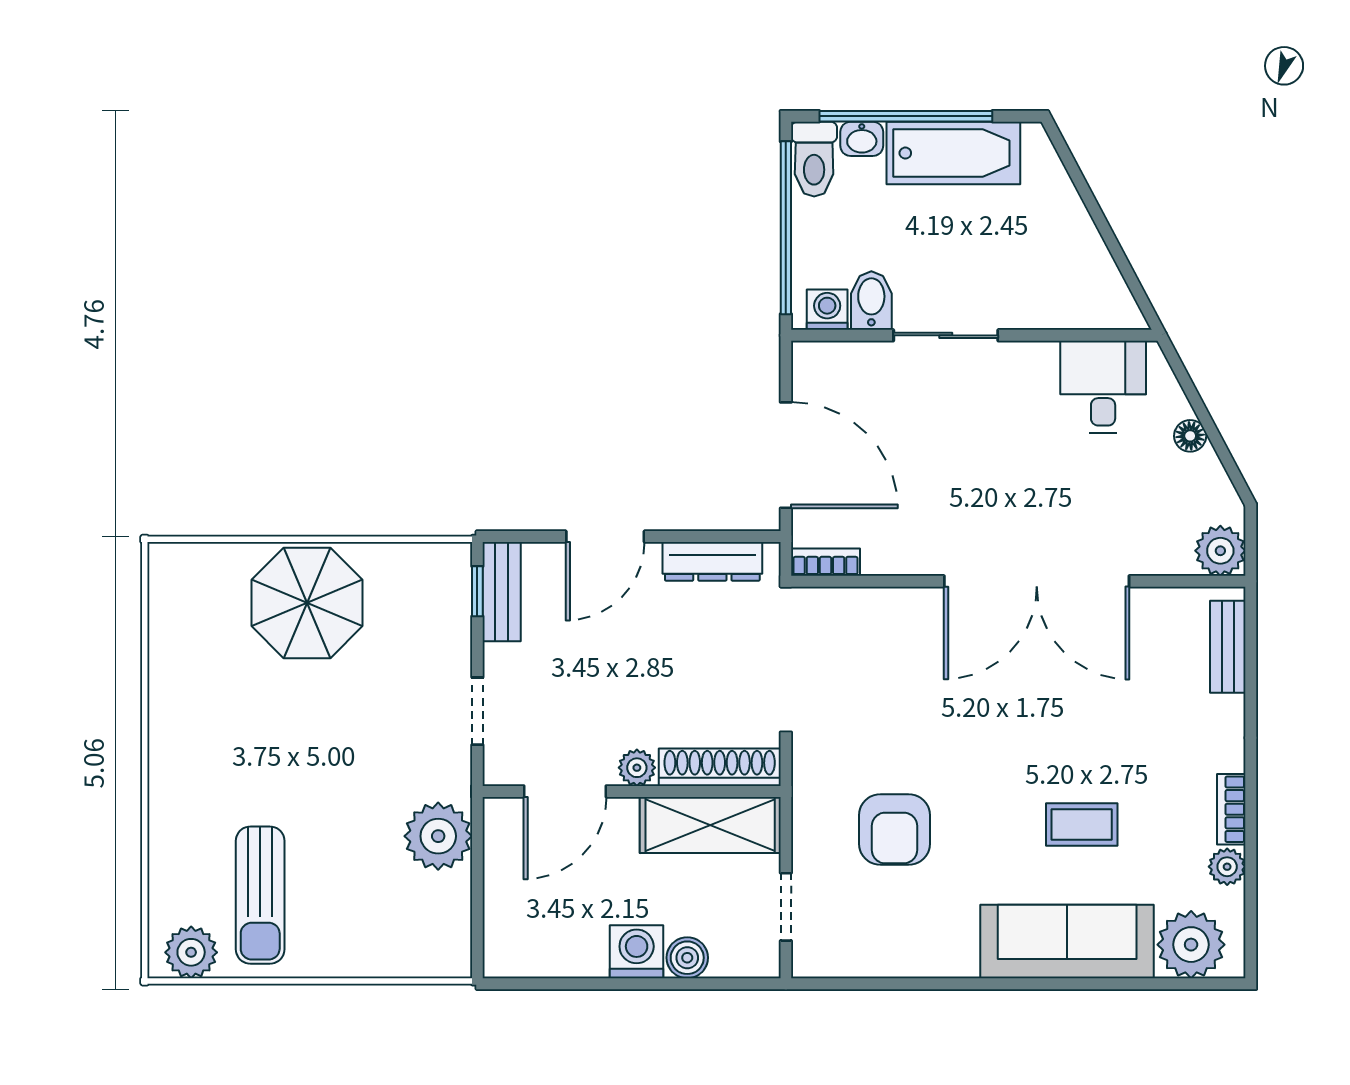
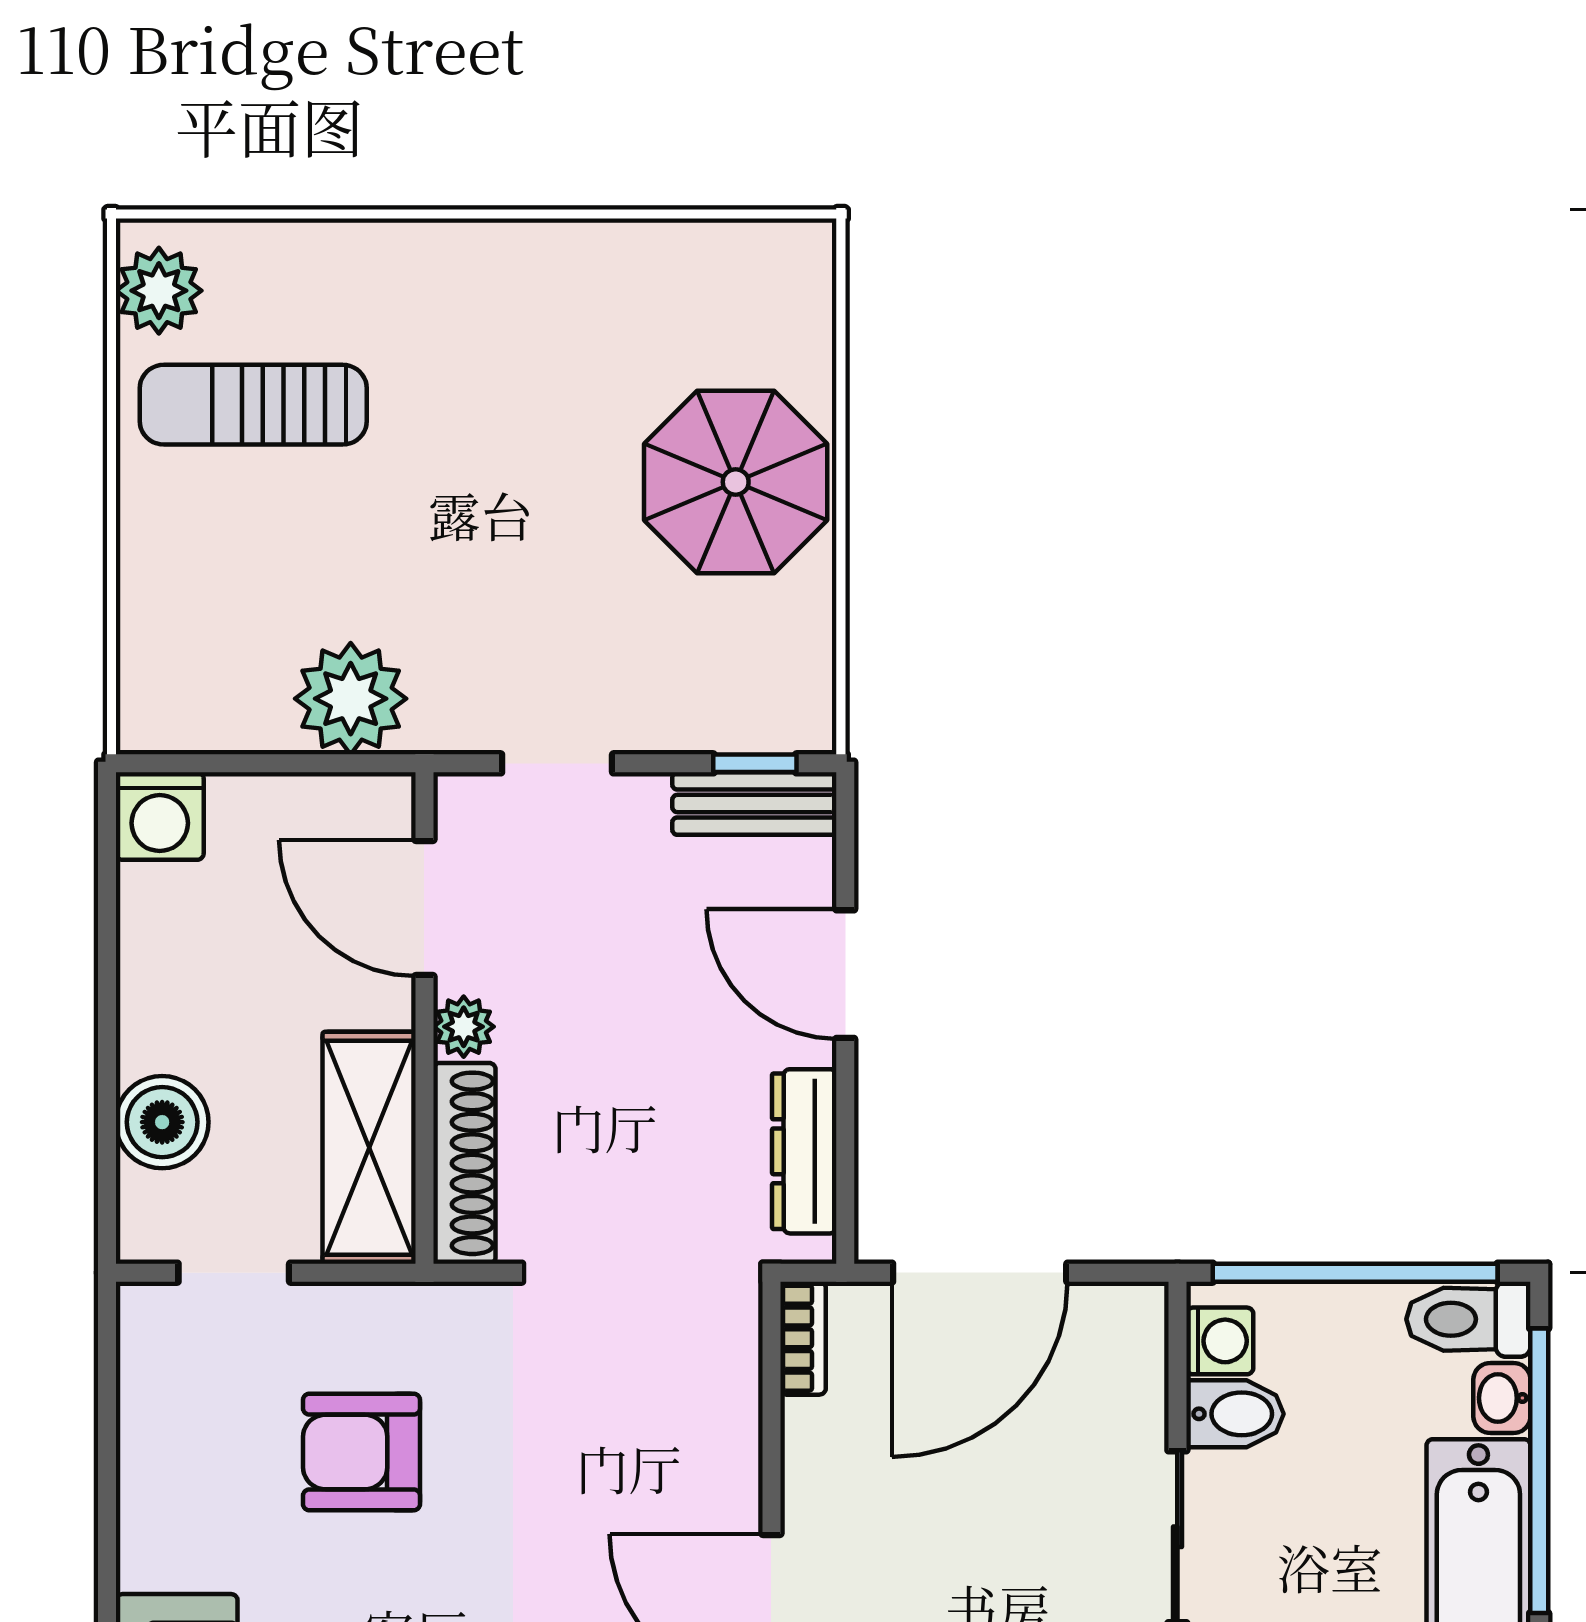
washing machine: (637, 952) -> (160, 816), moved, turned 90
boiler: (687, 958) -> (162, 1122), width x1.36, depth x1.36

